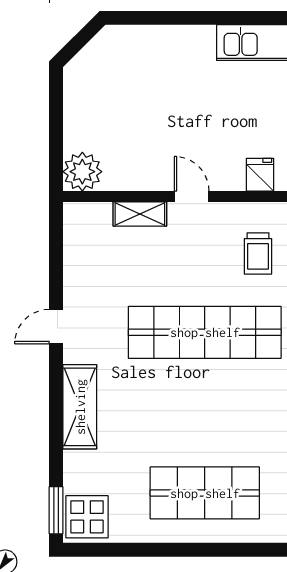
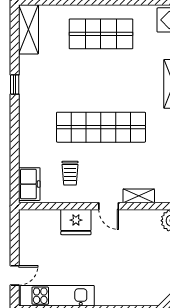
fridge: (260, 175) -> (76, 222), width x1.88, depth x1.34
trolley: (258, 253) -> (70, 173), turned 180

